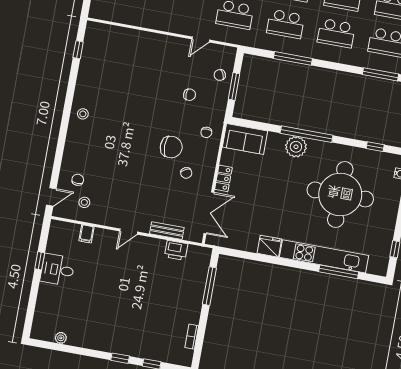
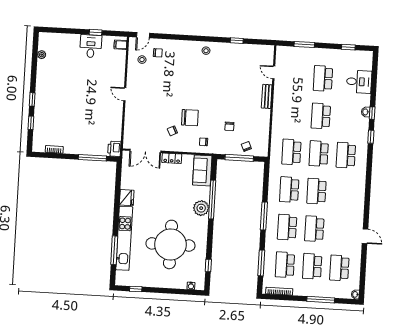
door: (201, 39) -> (274, 72), moved
window: (78, 50) -> (237, 41), moved
window: (293, 58) -> (264, 216), moved
window: (234, 87) -> (239, 158), width x1.44
window: (307, 134) -> (212, 199), moved
chair: (171, 147) -> (190, 118), turned -90
door: (51, 197) -> (143, 35), hinge flipped
bench: (167, 231) -> (267, 96), moved
filing cabinet: (87, 234) -> (120, 45), moved
printer: (176, 250) -> (114, 149), moved

